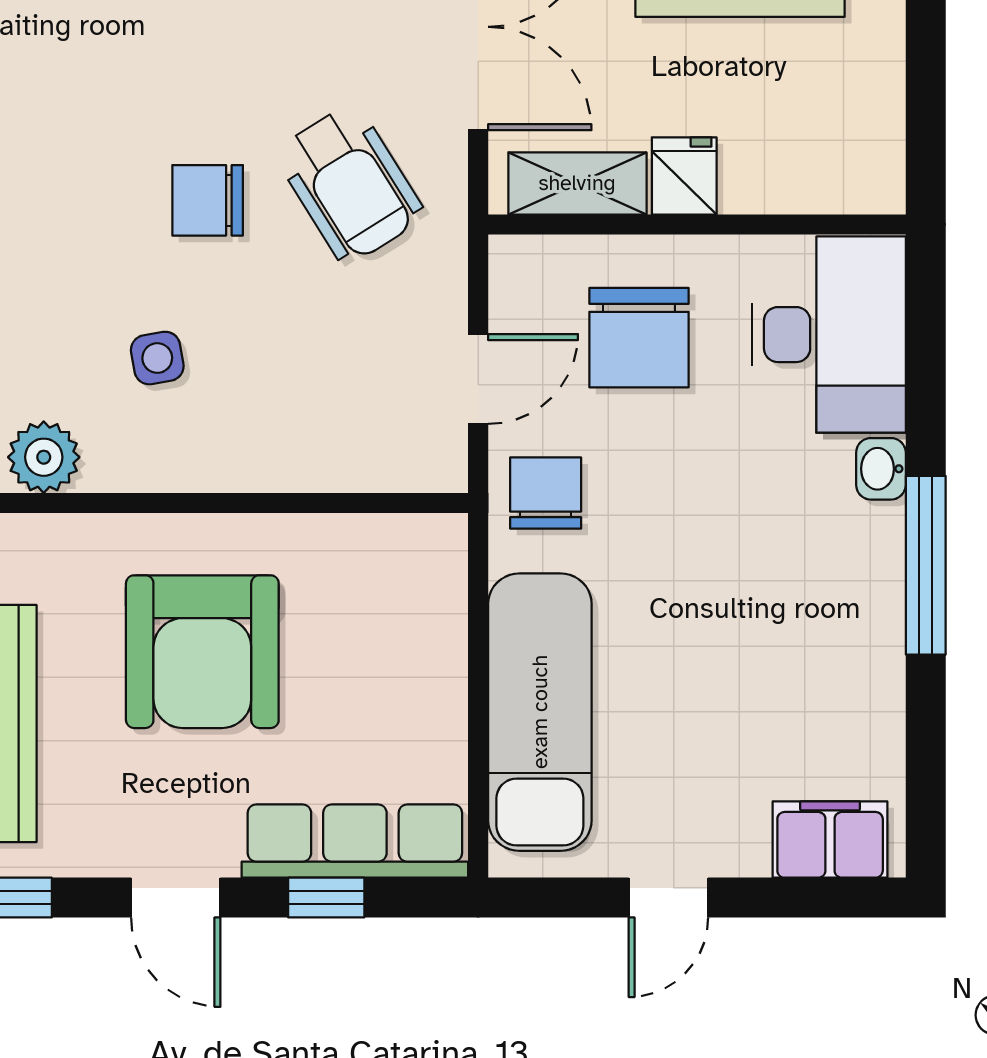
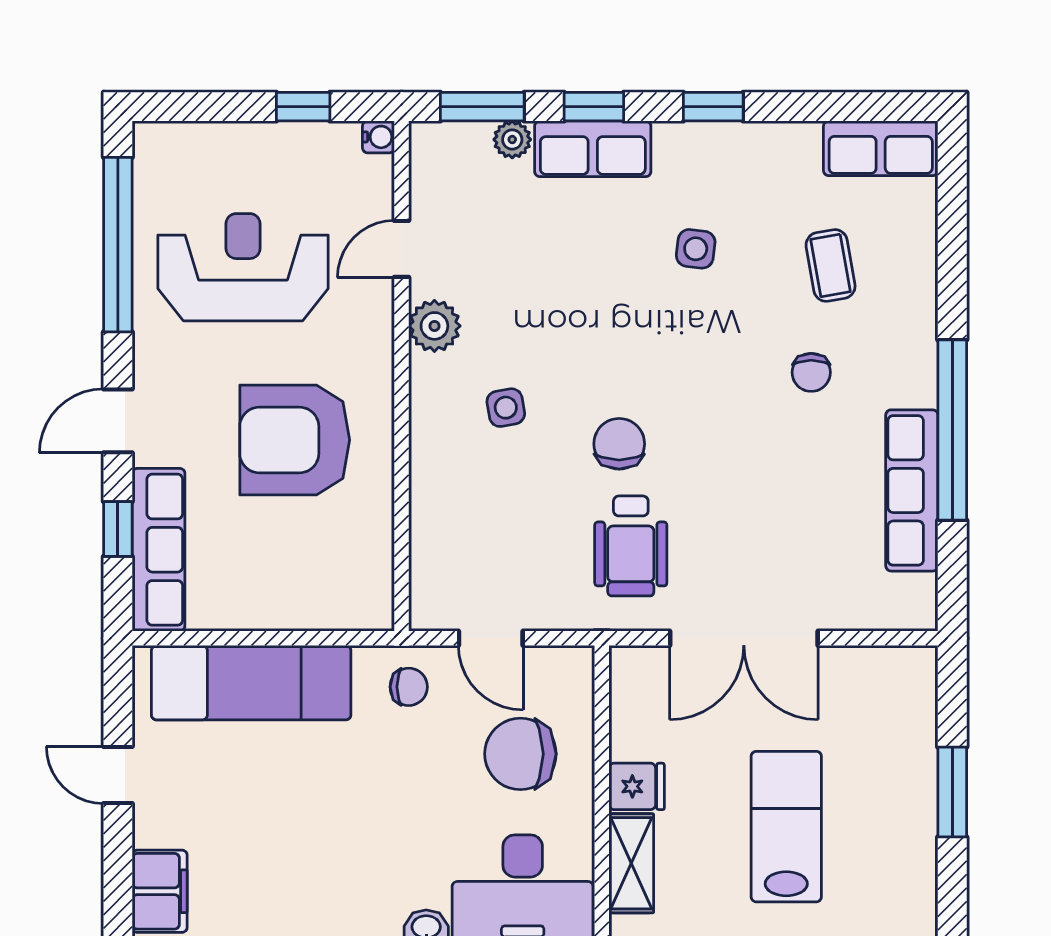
shelving: (577, 183) -> (631, 863), moved
wheelchair: (350, 184) -> (631, 546), turned -58
chair: (546, 493) -> (409, 687), width x0.73, depth x0.73

